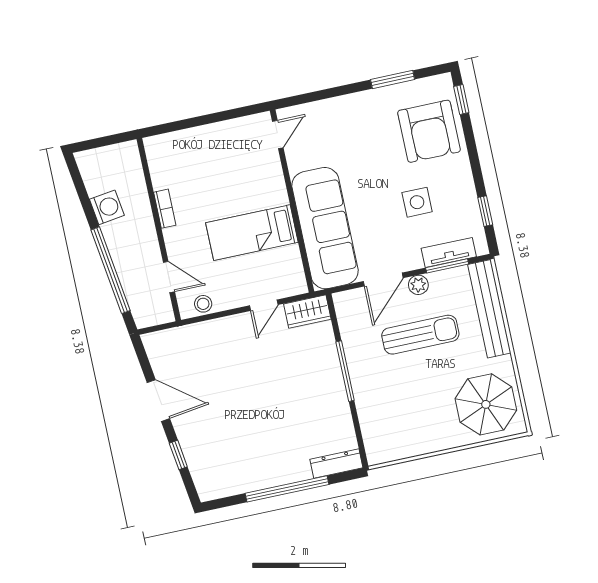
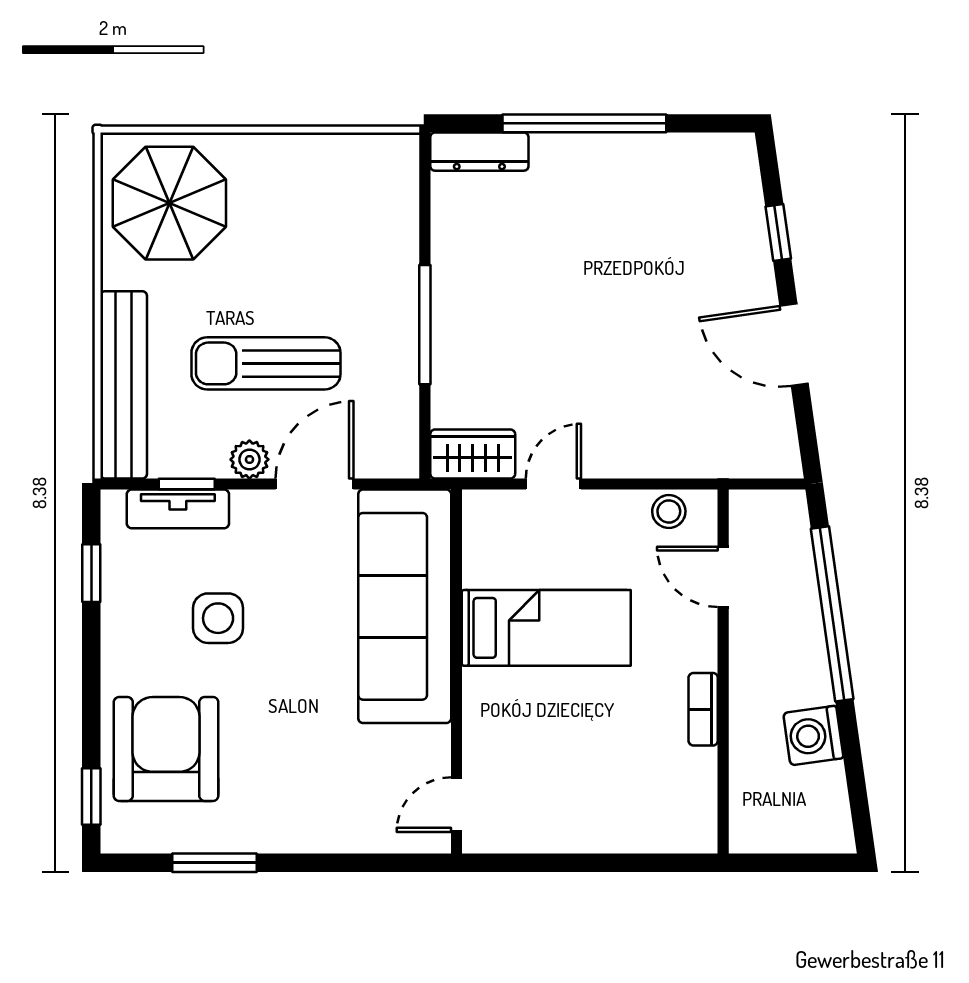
window: (447, 266) -> (187, 484), width x0.67

